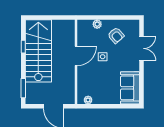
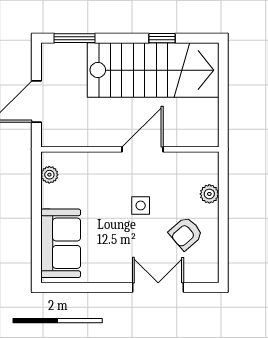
double door: (141, 48) -> (158, 287), swing flipped
door: (76, 56) -> (142, 149), swing flipped
sofa: (130, 88) -> (61, 243), moved, turned 90

